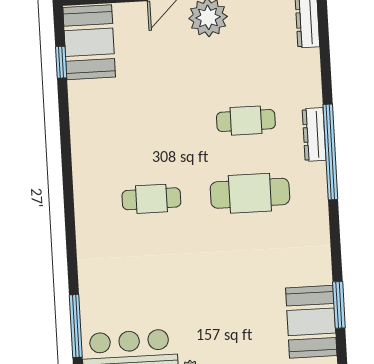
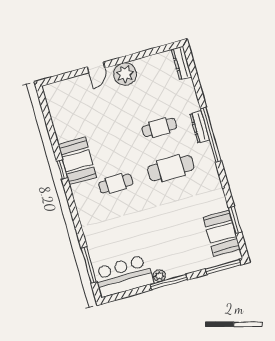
booth: (89, 42) -> (77, 161), moved
window: (61, 62) -> (62, 169), moved

